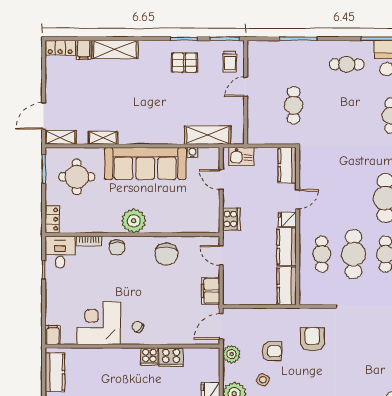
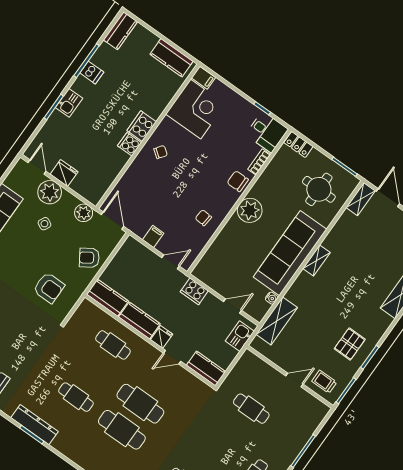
door: (246, 87) -> (294, 380), hinge flipped
shelving: (103, 138) -> (316, 260), moved
door: (298, 199) -> (172, 357), hinge flipped
chair: (166, 254) -> (203, 218), width x0.54, depth x0.54
cafe table: (354, 254) -> (140, 404), moved
filing cabinet: (211, 291) -> (153, 236), width x0.50
corner desk: (99, 323) -> (196, 109), moved
armchair: (272, 351) -> (89, 258), moved, turned 57
cooker: (171, 357) -> (142, 126), moved

